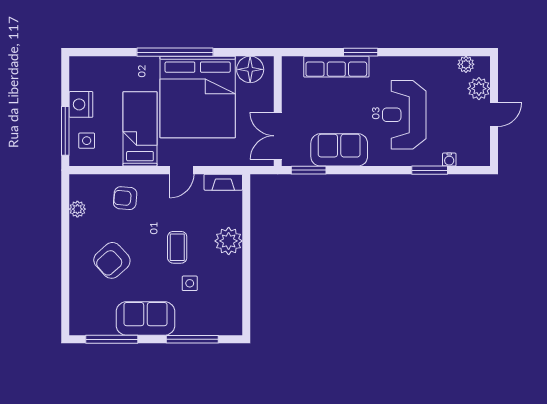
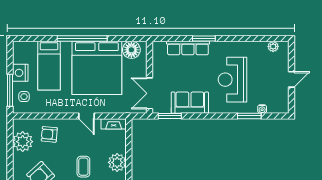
plant: (479, 89) -> (282, 62), removed
bed: (140, 129) -> (49, 66), moved, turned 180
door: (182, 170) -> (87, 116), hinge flipped
plant: (77, 209) -> (23, 142), width x1.88, depth x1.88

